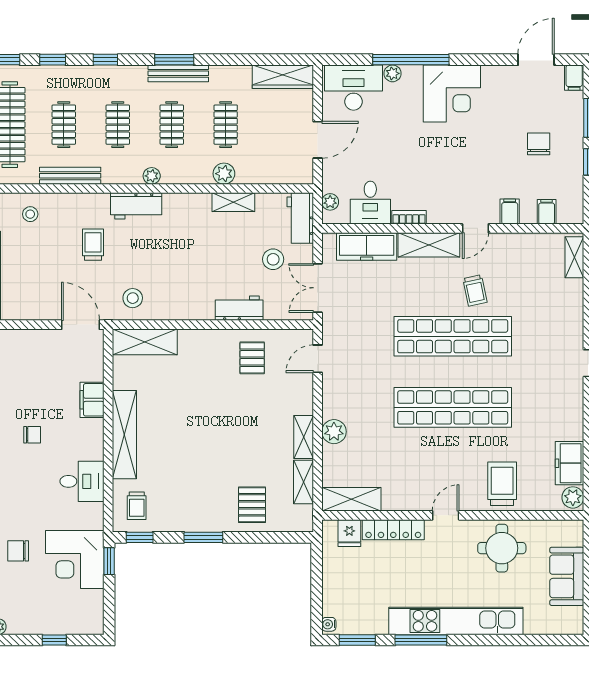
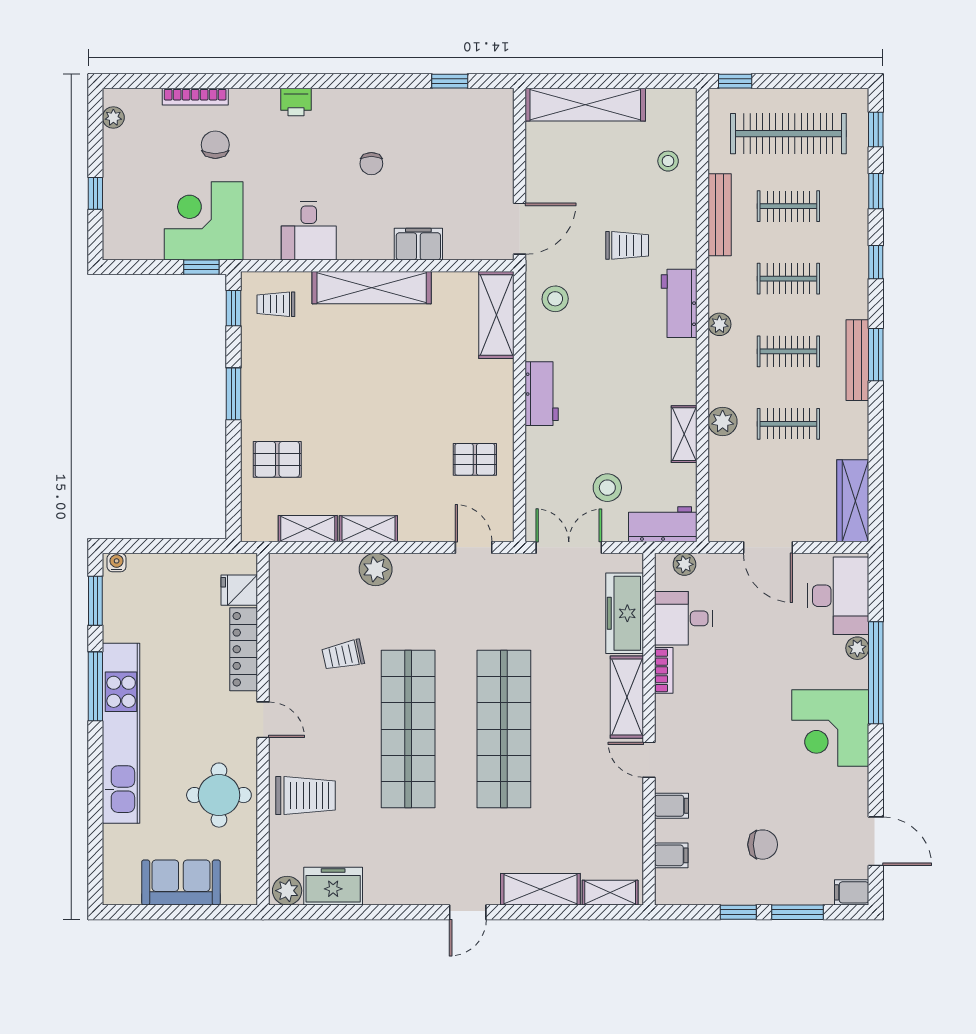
trolley: (475, 290) -> (343, 655), moved
workbench: (239, 308) -> (542, 394), moved
shelving: (351, 499) -> (540, 889), moved, turned 90

